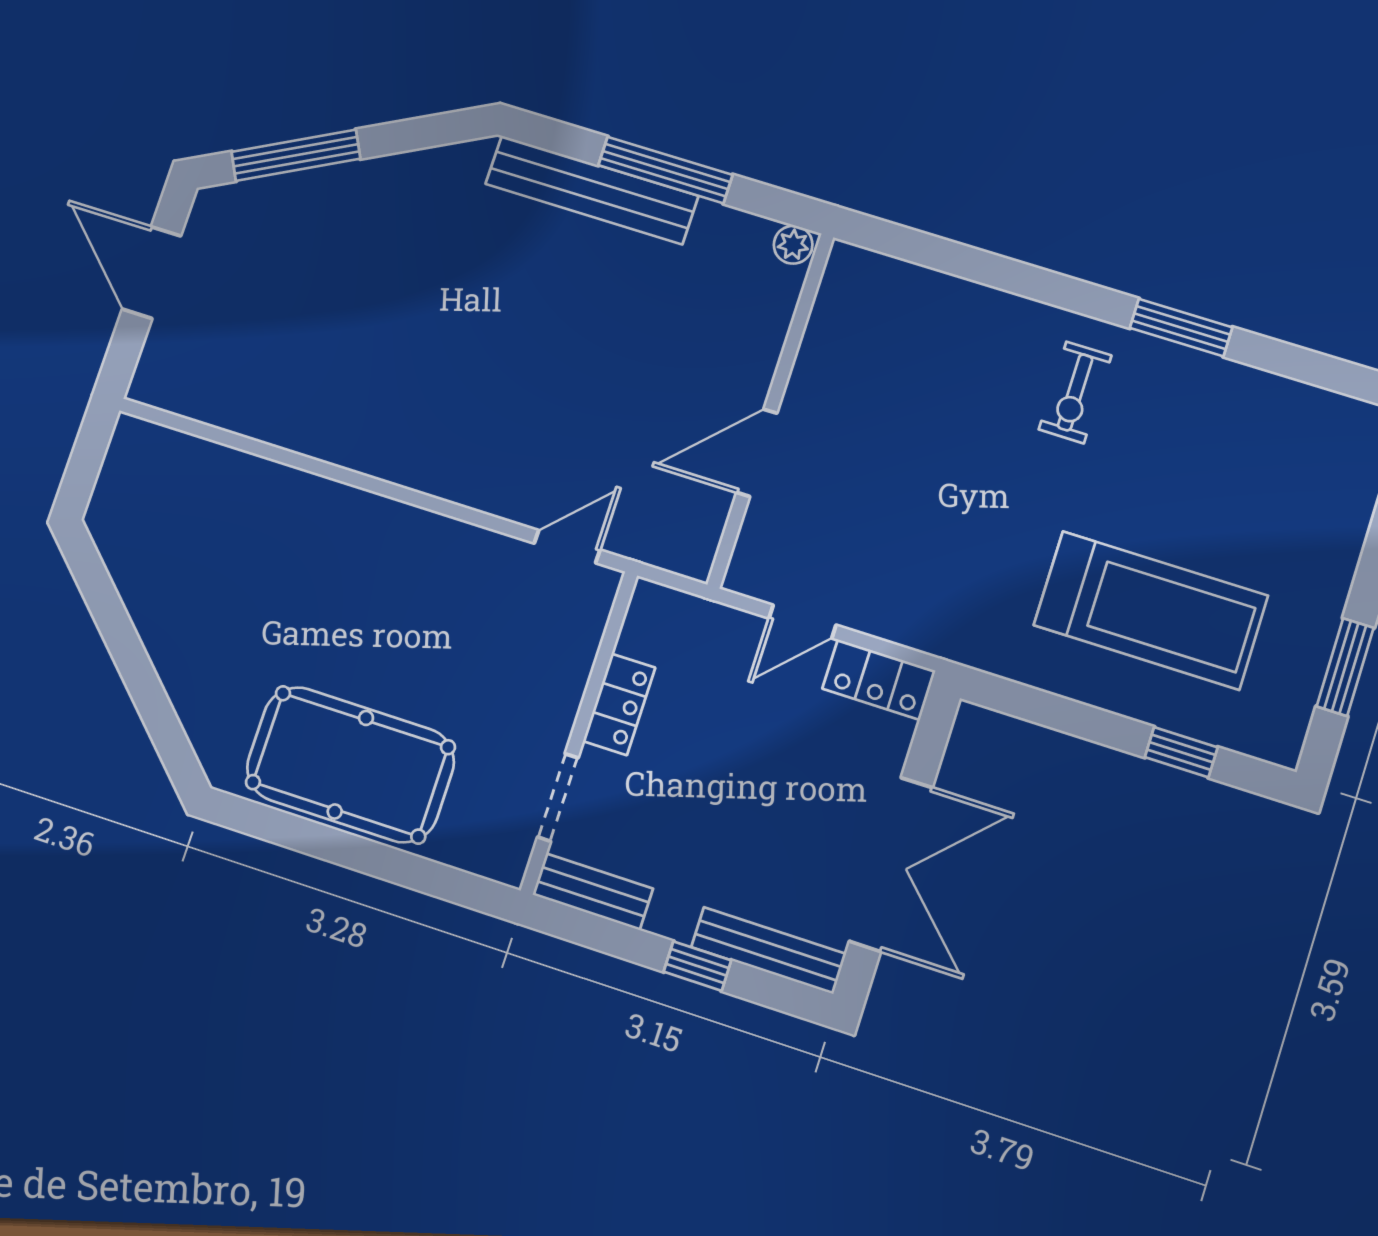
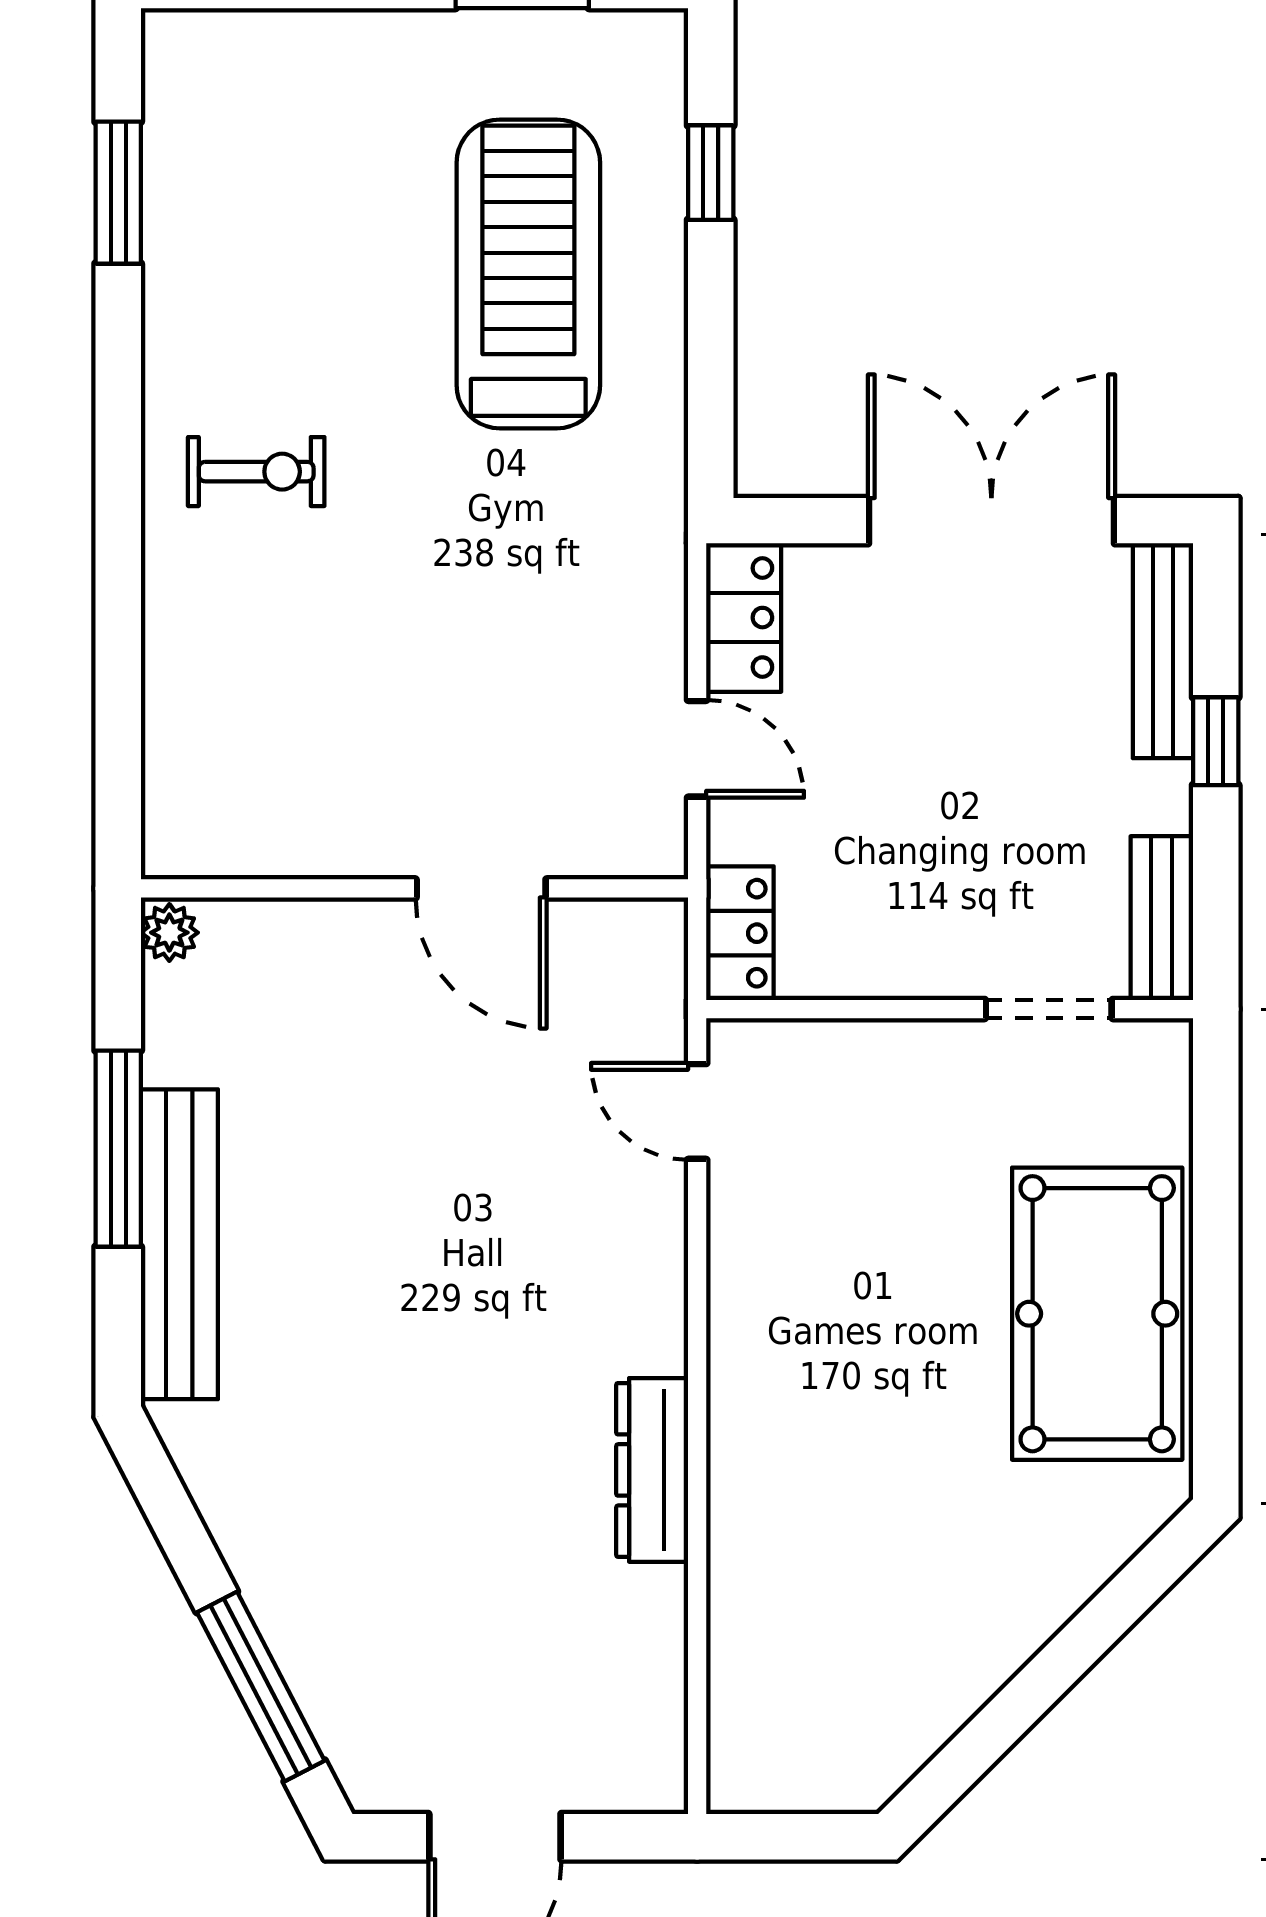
window: (1181, 328) -> (118, 193), moved
dresser: (348, 445) -> (652, 1470), added
locker: (619, 704) -> (740, 933), moved, turned 90

